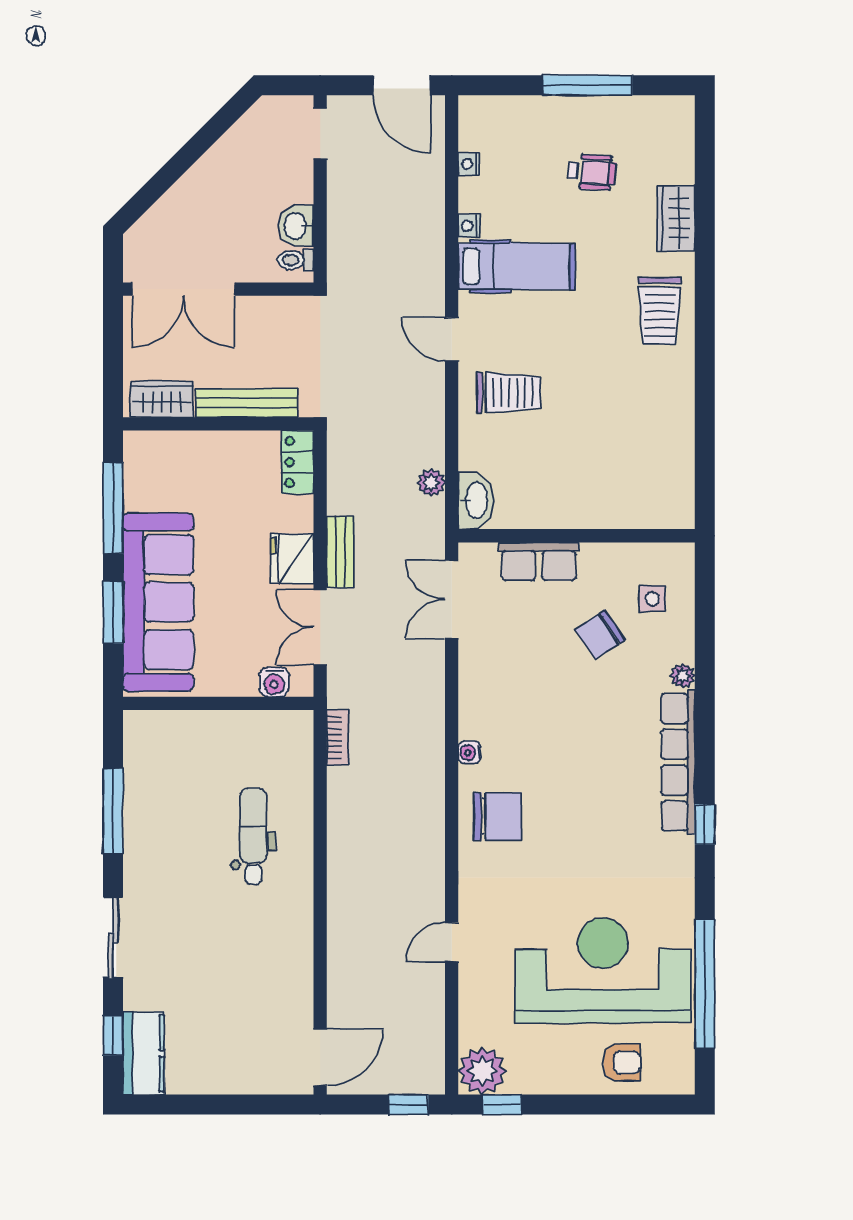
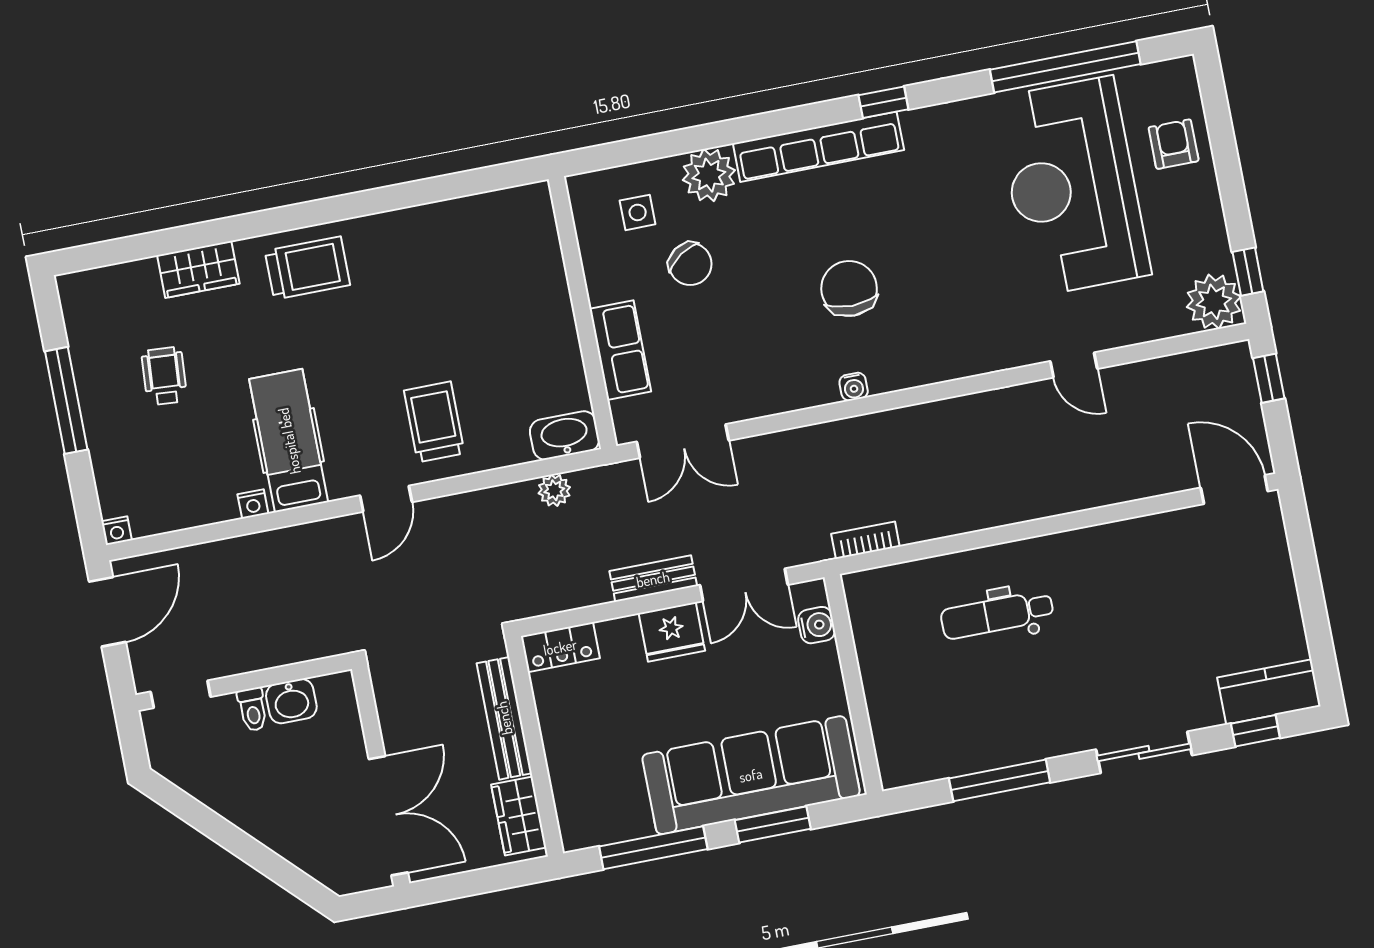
nightstand: (469, 164) -> (117, 531), moved
toilet: (296, 260) -> (253, 709), moved
plant: (683, 676) -> (709, 175), width x1.88, depth x1.88
chair: (497, 816) -> (849, 288), moved

